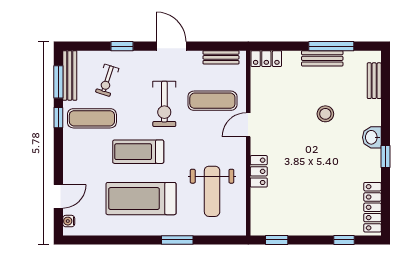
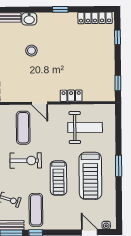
washbasin: (372, 137) -> (29, 19), moved
window: (177, 240) -> (119, 166), moved

